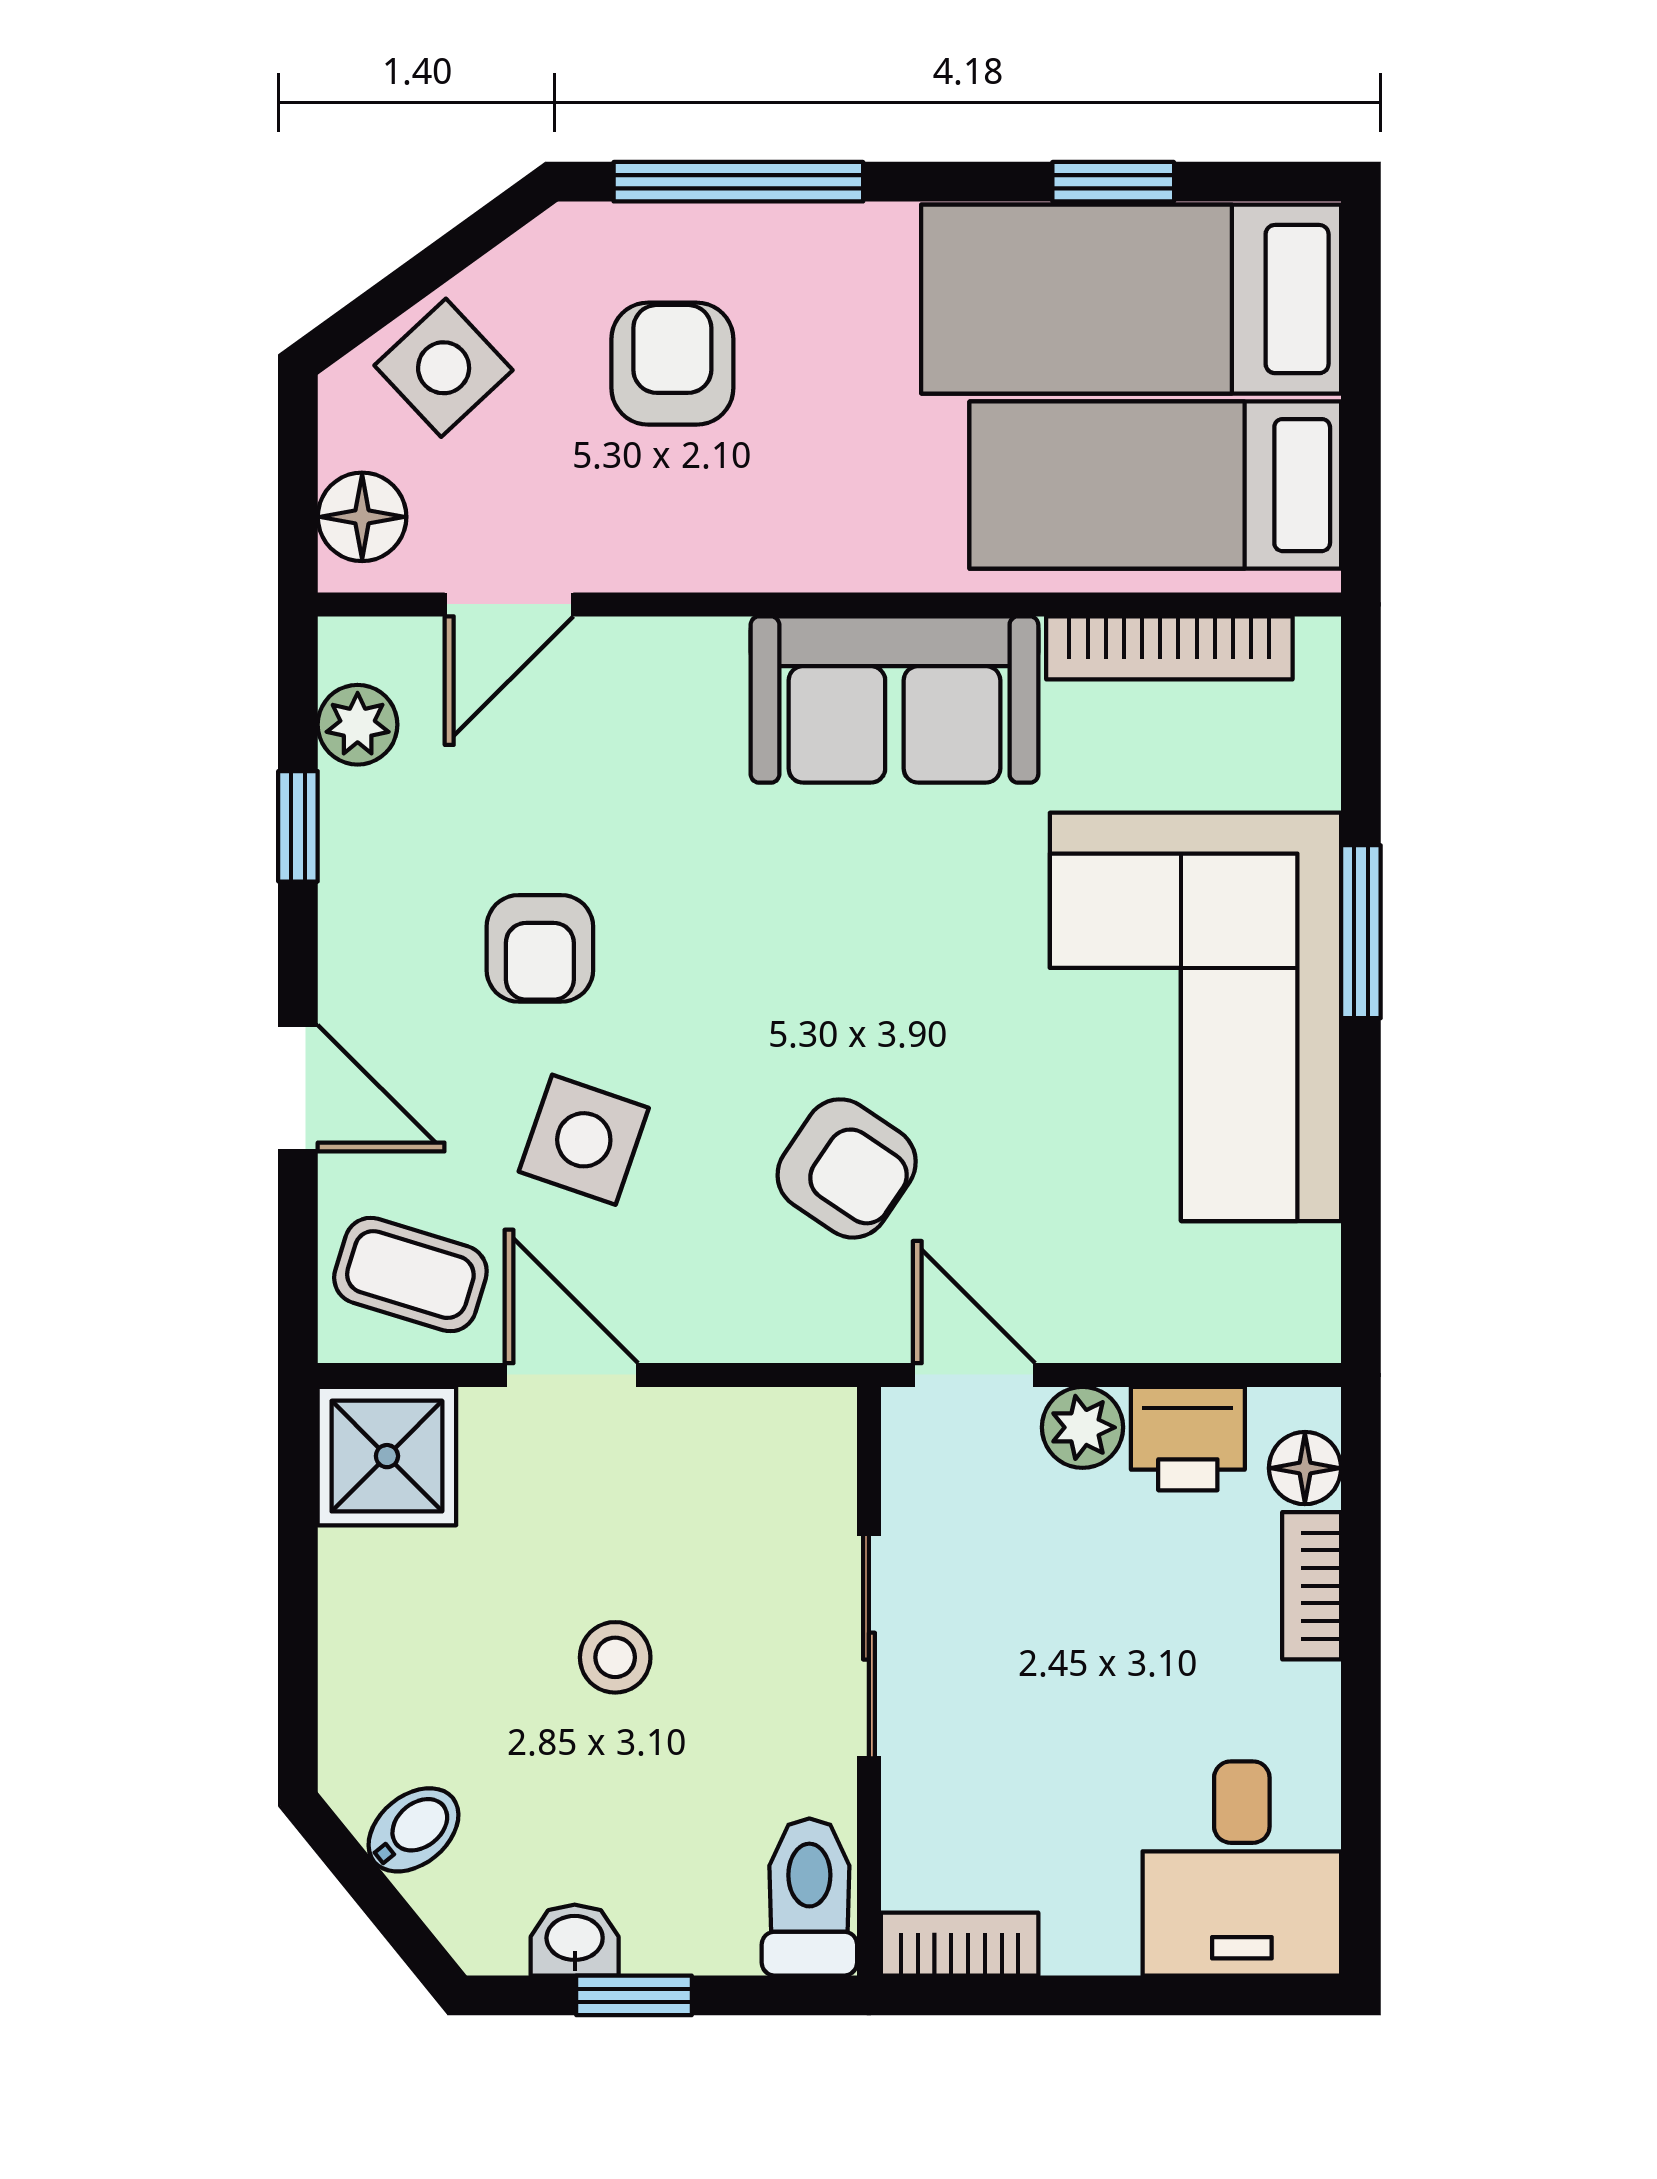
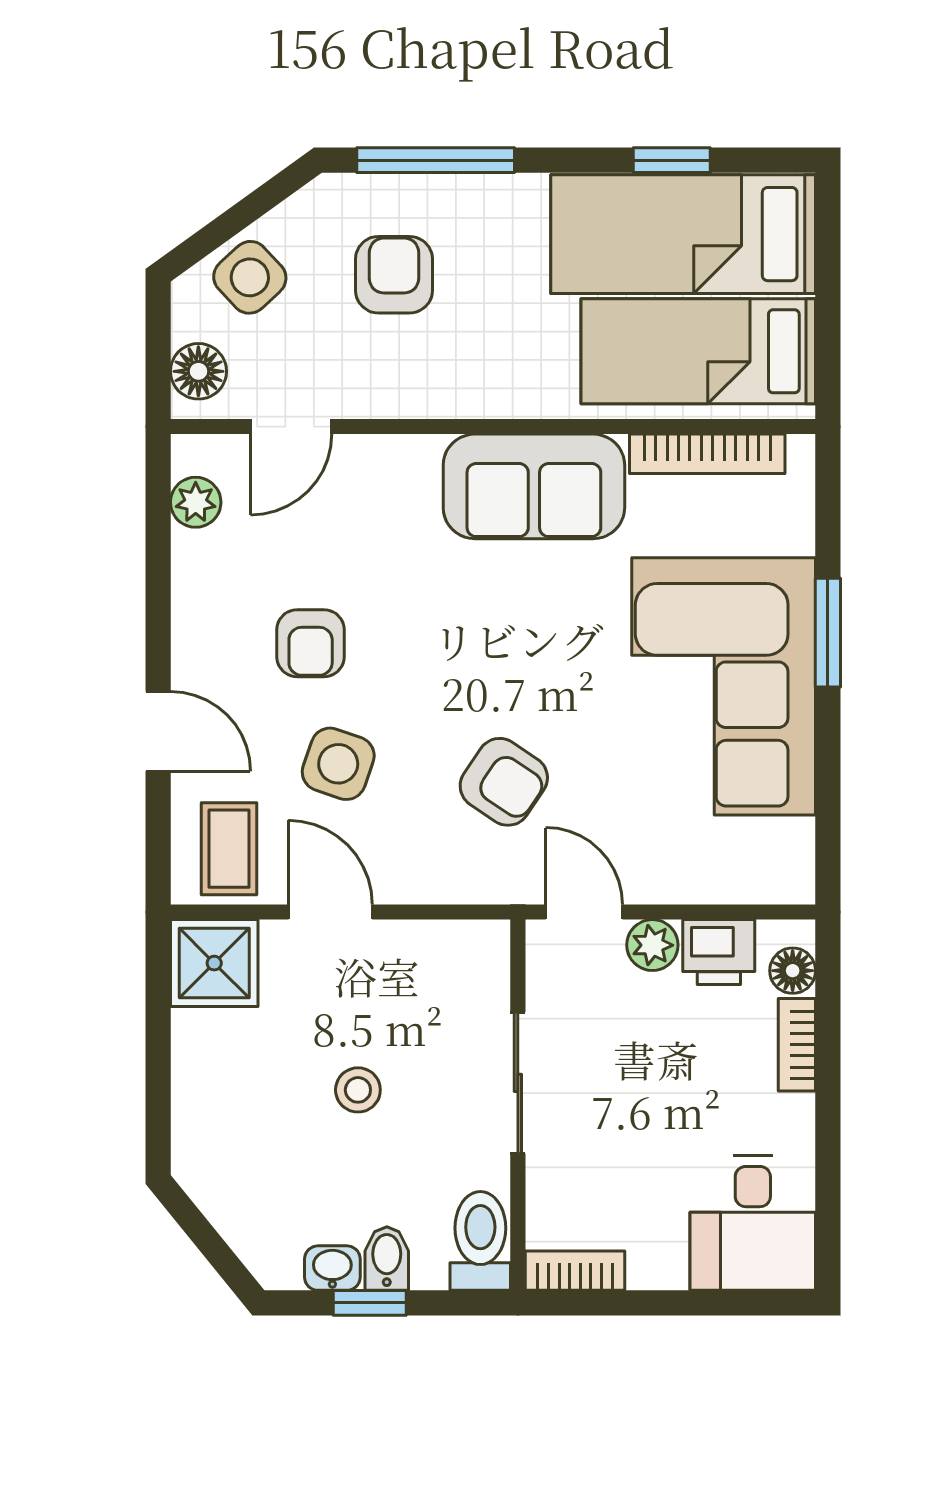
window: (298, 826) -> (158, 566), removed
coffee table: (410, 1275) -> (229, 849), turned 73
bidet: (413, 1830) -> (387, 1259), moved, turned -51

